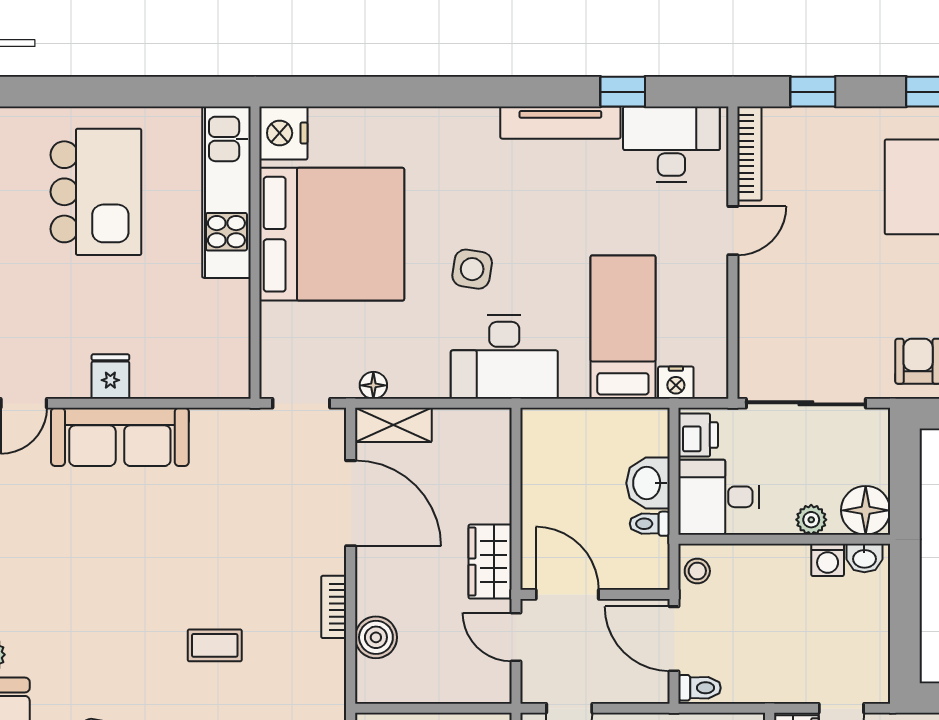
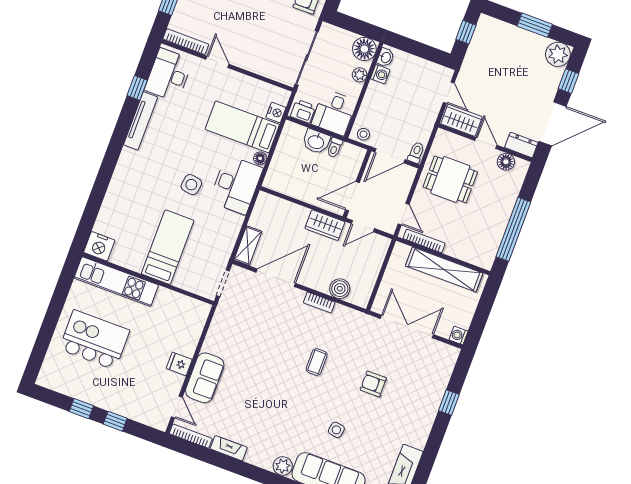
bed: (332, 234) -> (168, 247), width x0.49
floor lamp: (373, 385) -> (260, 158), moved
sofa: (120, 437) -> (205, 378), width x0.73

